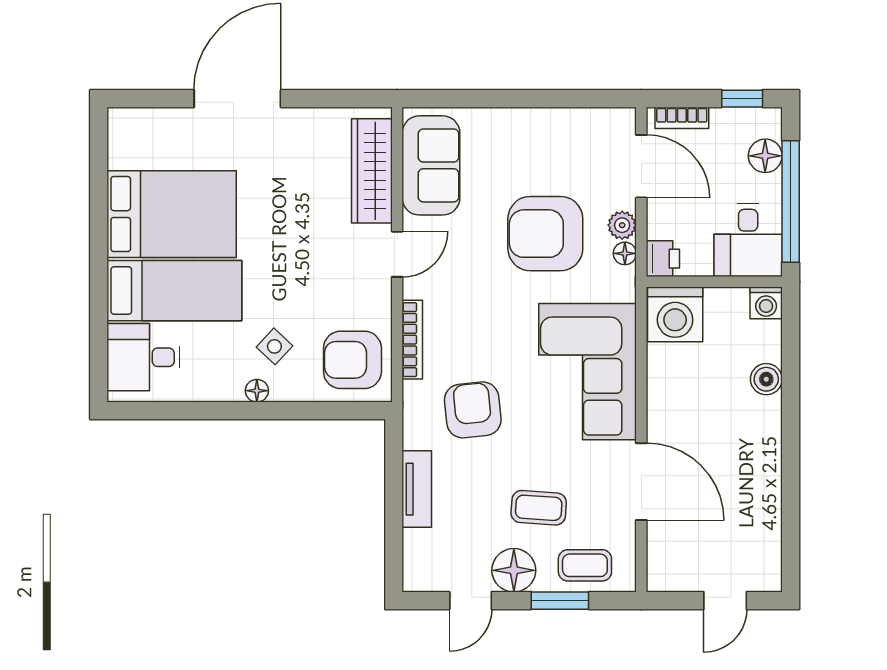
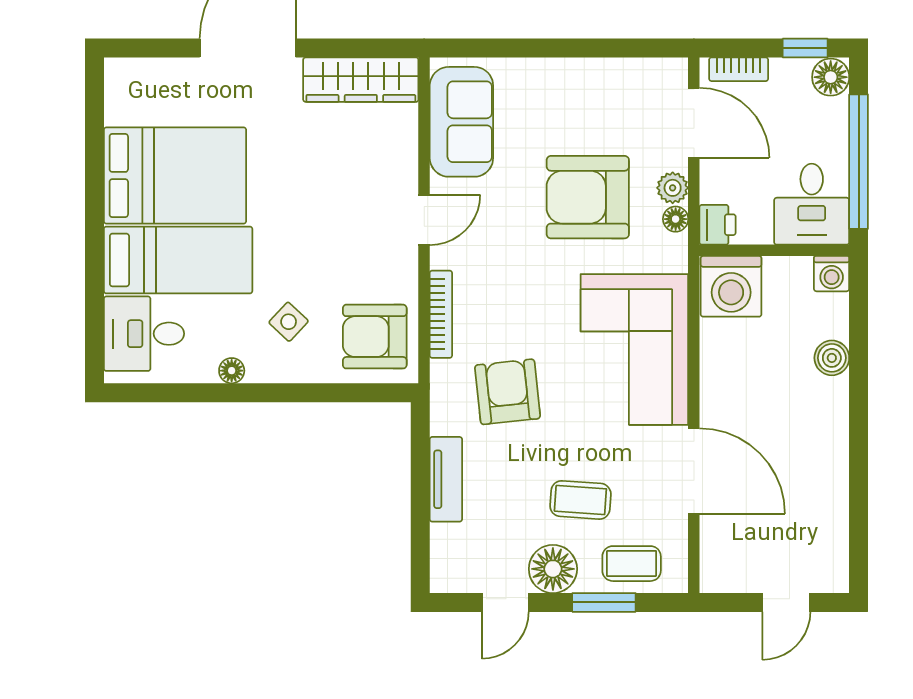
floor lamp: (765, 156) -> (831, 77), moved
wardrobe: (372, 171) -> (361, 80), moved, turned -90
floor lamp: (257, 391) -> (232, 371), moved

